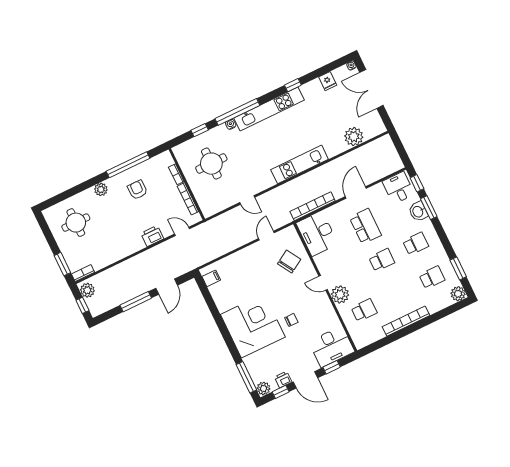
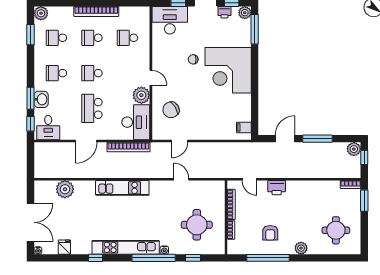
plant: (87, 290) -> (354, 149), moved
school desk: (398, 294) -> (92, 38), added
plant: (340, 295) -> (141, 95), moved

